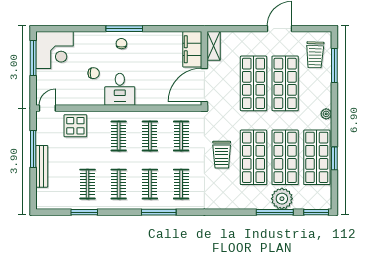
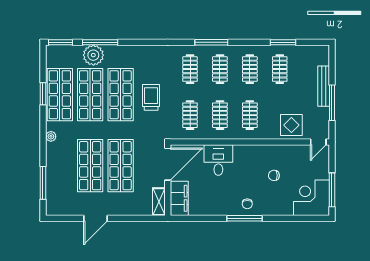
trolley: (315, 55) -> (62, 193), removed
desk: (120, 89) -> (218, 160), moved

